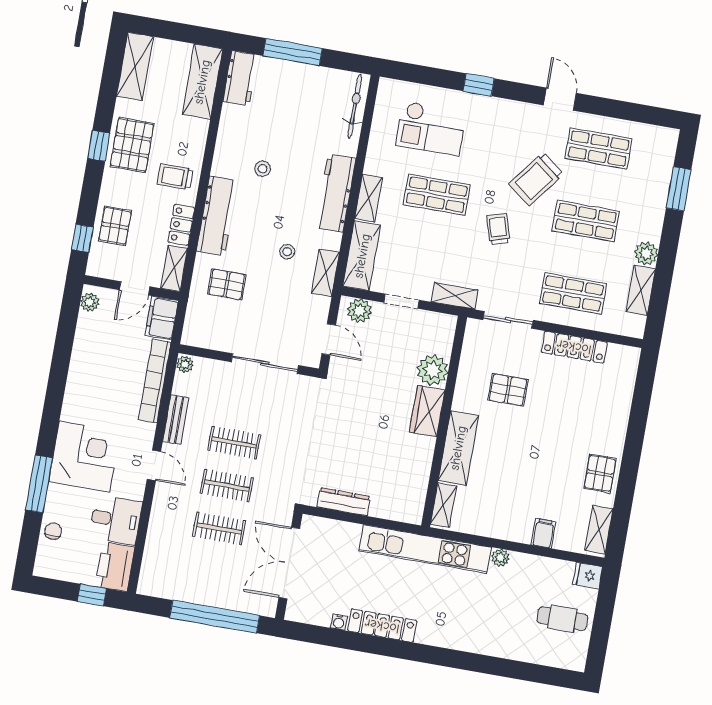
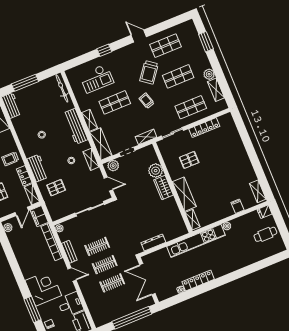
workbench: (217, 216) -> (38, 168), width x0.73
pallet: (600, 474) -> (245, 170), removed

